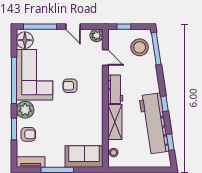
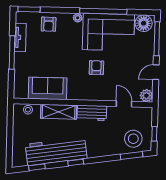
window: (124, 27) -> (154, 134), moved
window: (156, 49) -> (132, 156), width x0.69
door: (105, 57) -> (124, 104), swing flipped
plant: (25, 110) -> (78, 18), width x0.53, depth x0.53
window: (14, 129) -> (29, 9), moved
sofa: (84, 156) -> (48, 88), moved, turned -90
tv unit: (31, 162) -> (20, 37), moved

